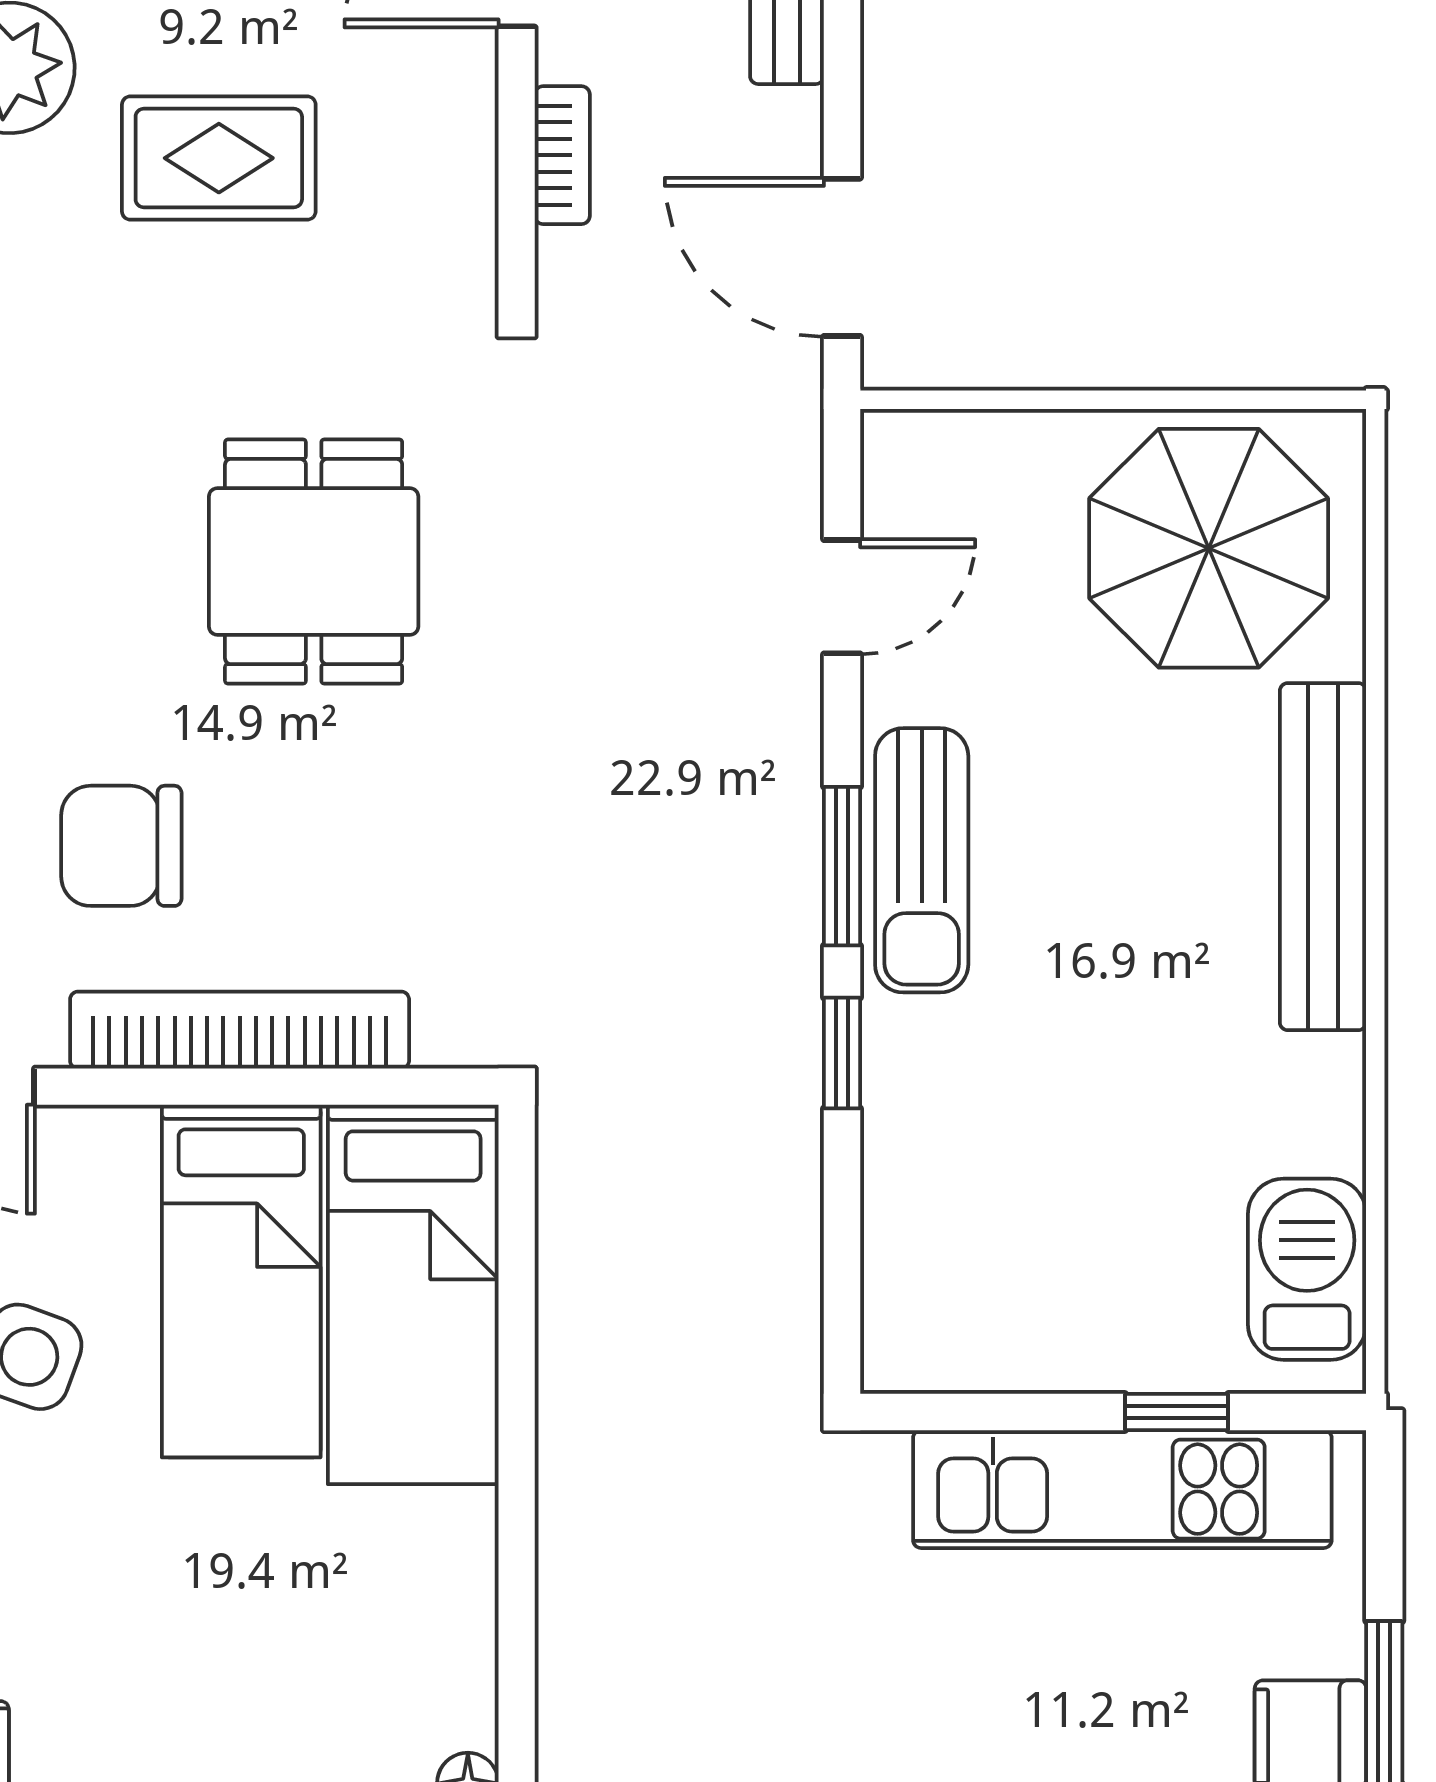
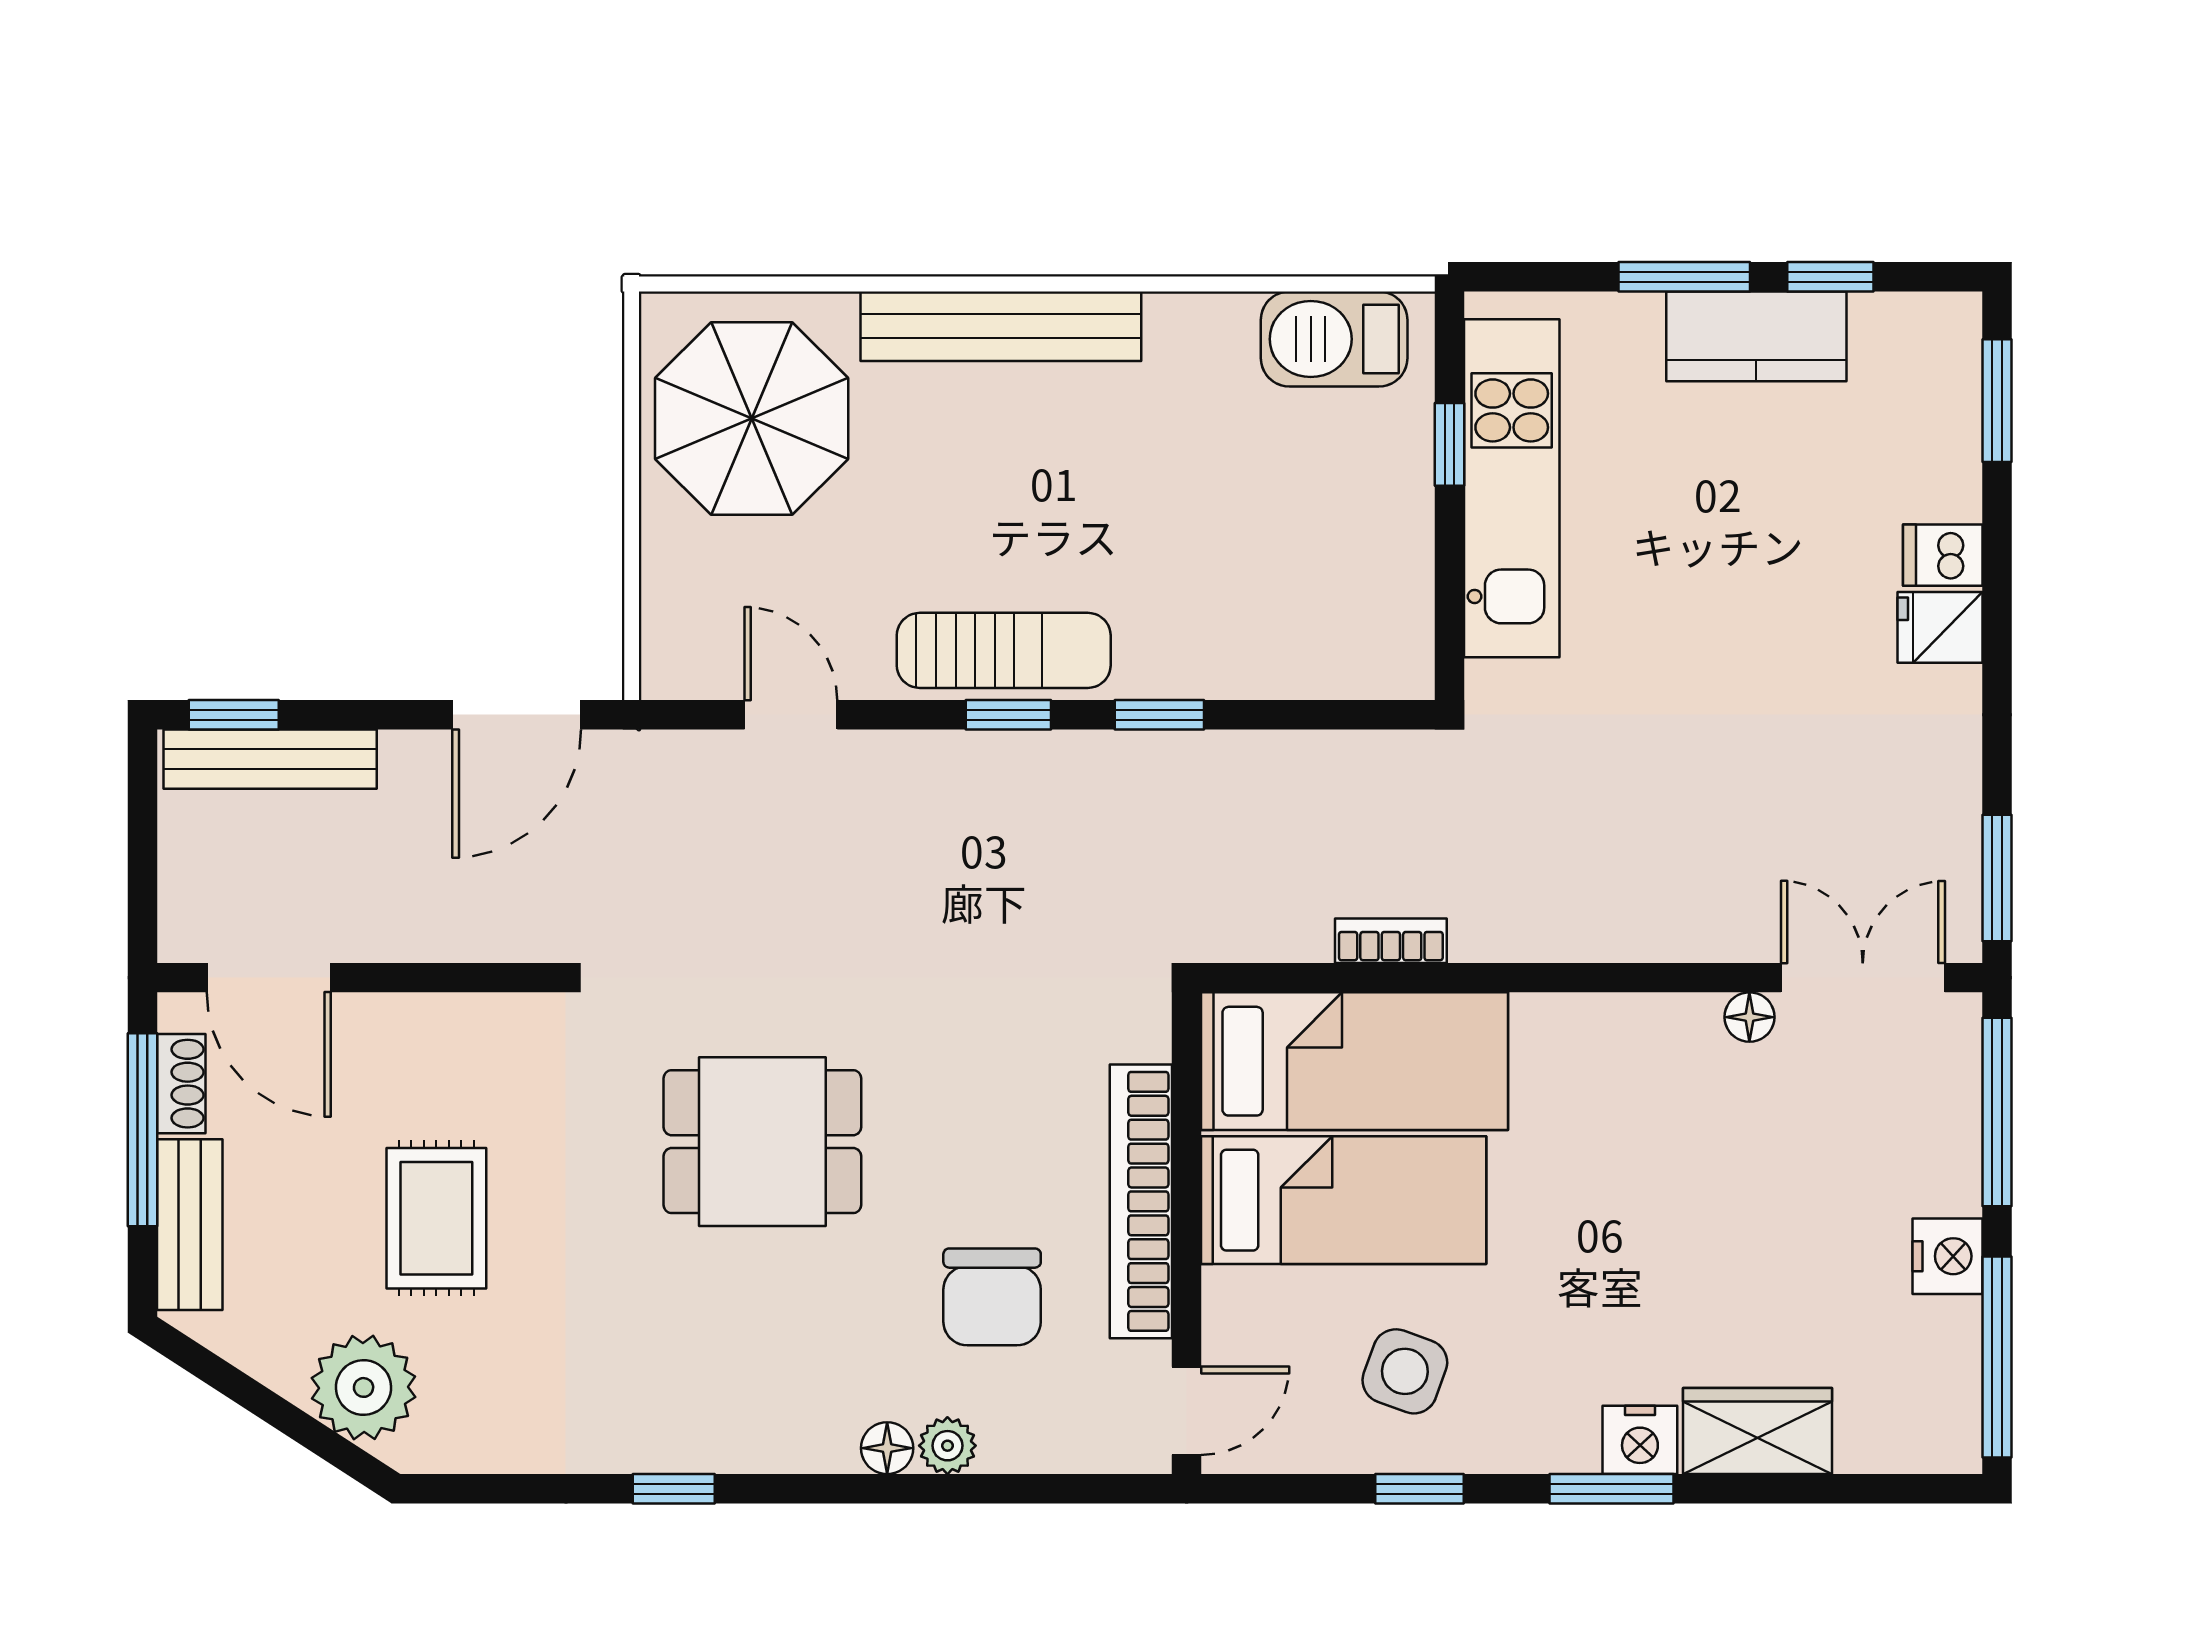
bookcase: (562, 155) -> (1391, 941), moved
window: (842, 866) -> (1008, 715), width x0.67

